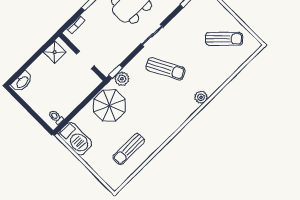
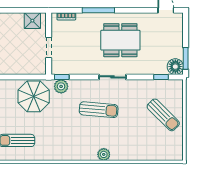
sun lounger: (224, 39) -> (163, 115), moved
sun lounger: (165, 69) -> (99, 110), turned -57

